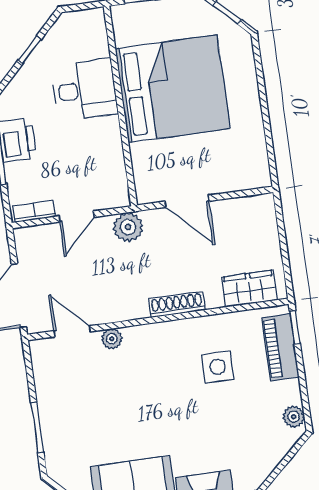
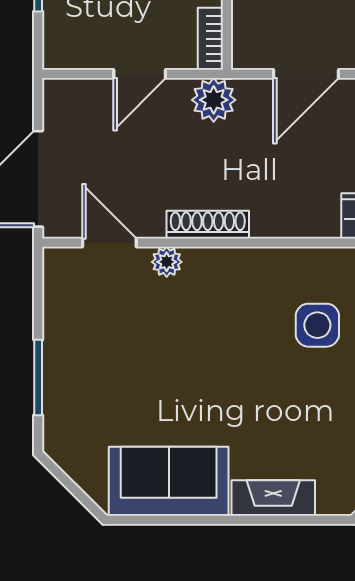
door: (187, 201) -> (306, 74), hinge flipped
bookcase: (34, 211) -> (210, 39), moved, turned -90
shoe rack: (177, 305) -> (208, 225), moved

